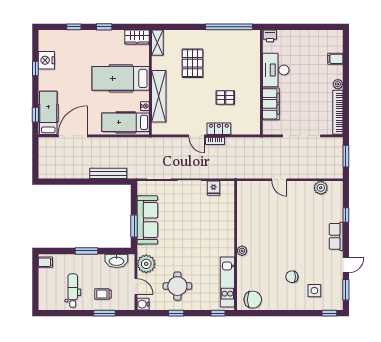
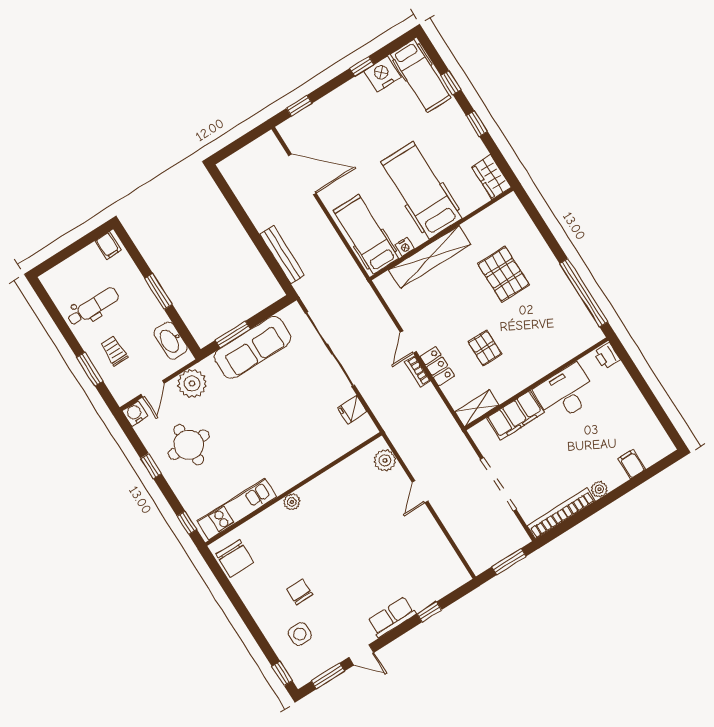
shelving: (157, 43) -> (477, 408), moved
pallet: (192, 63) -> (503, 274), turned 90
hospital bed: (48, 113) -> (421, 76), moved, turned 90
plant: (321, 188) -> (385, 460), moved

